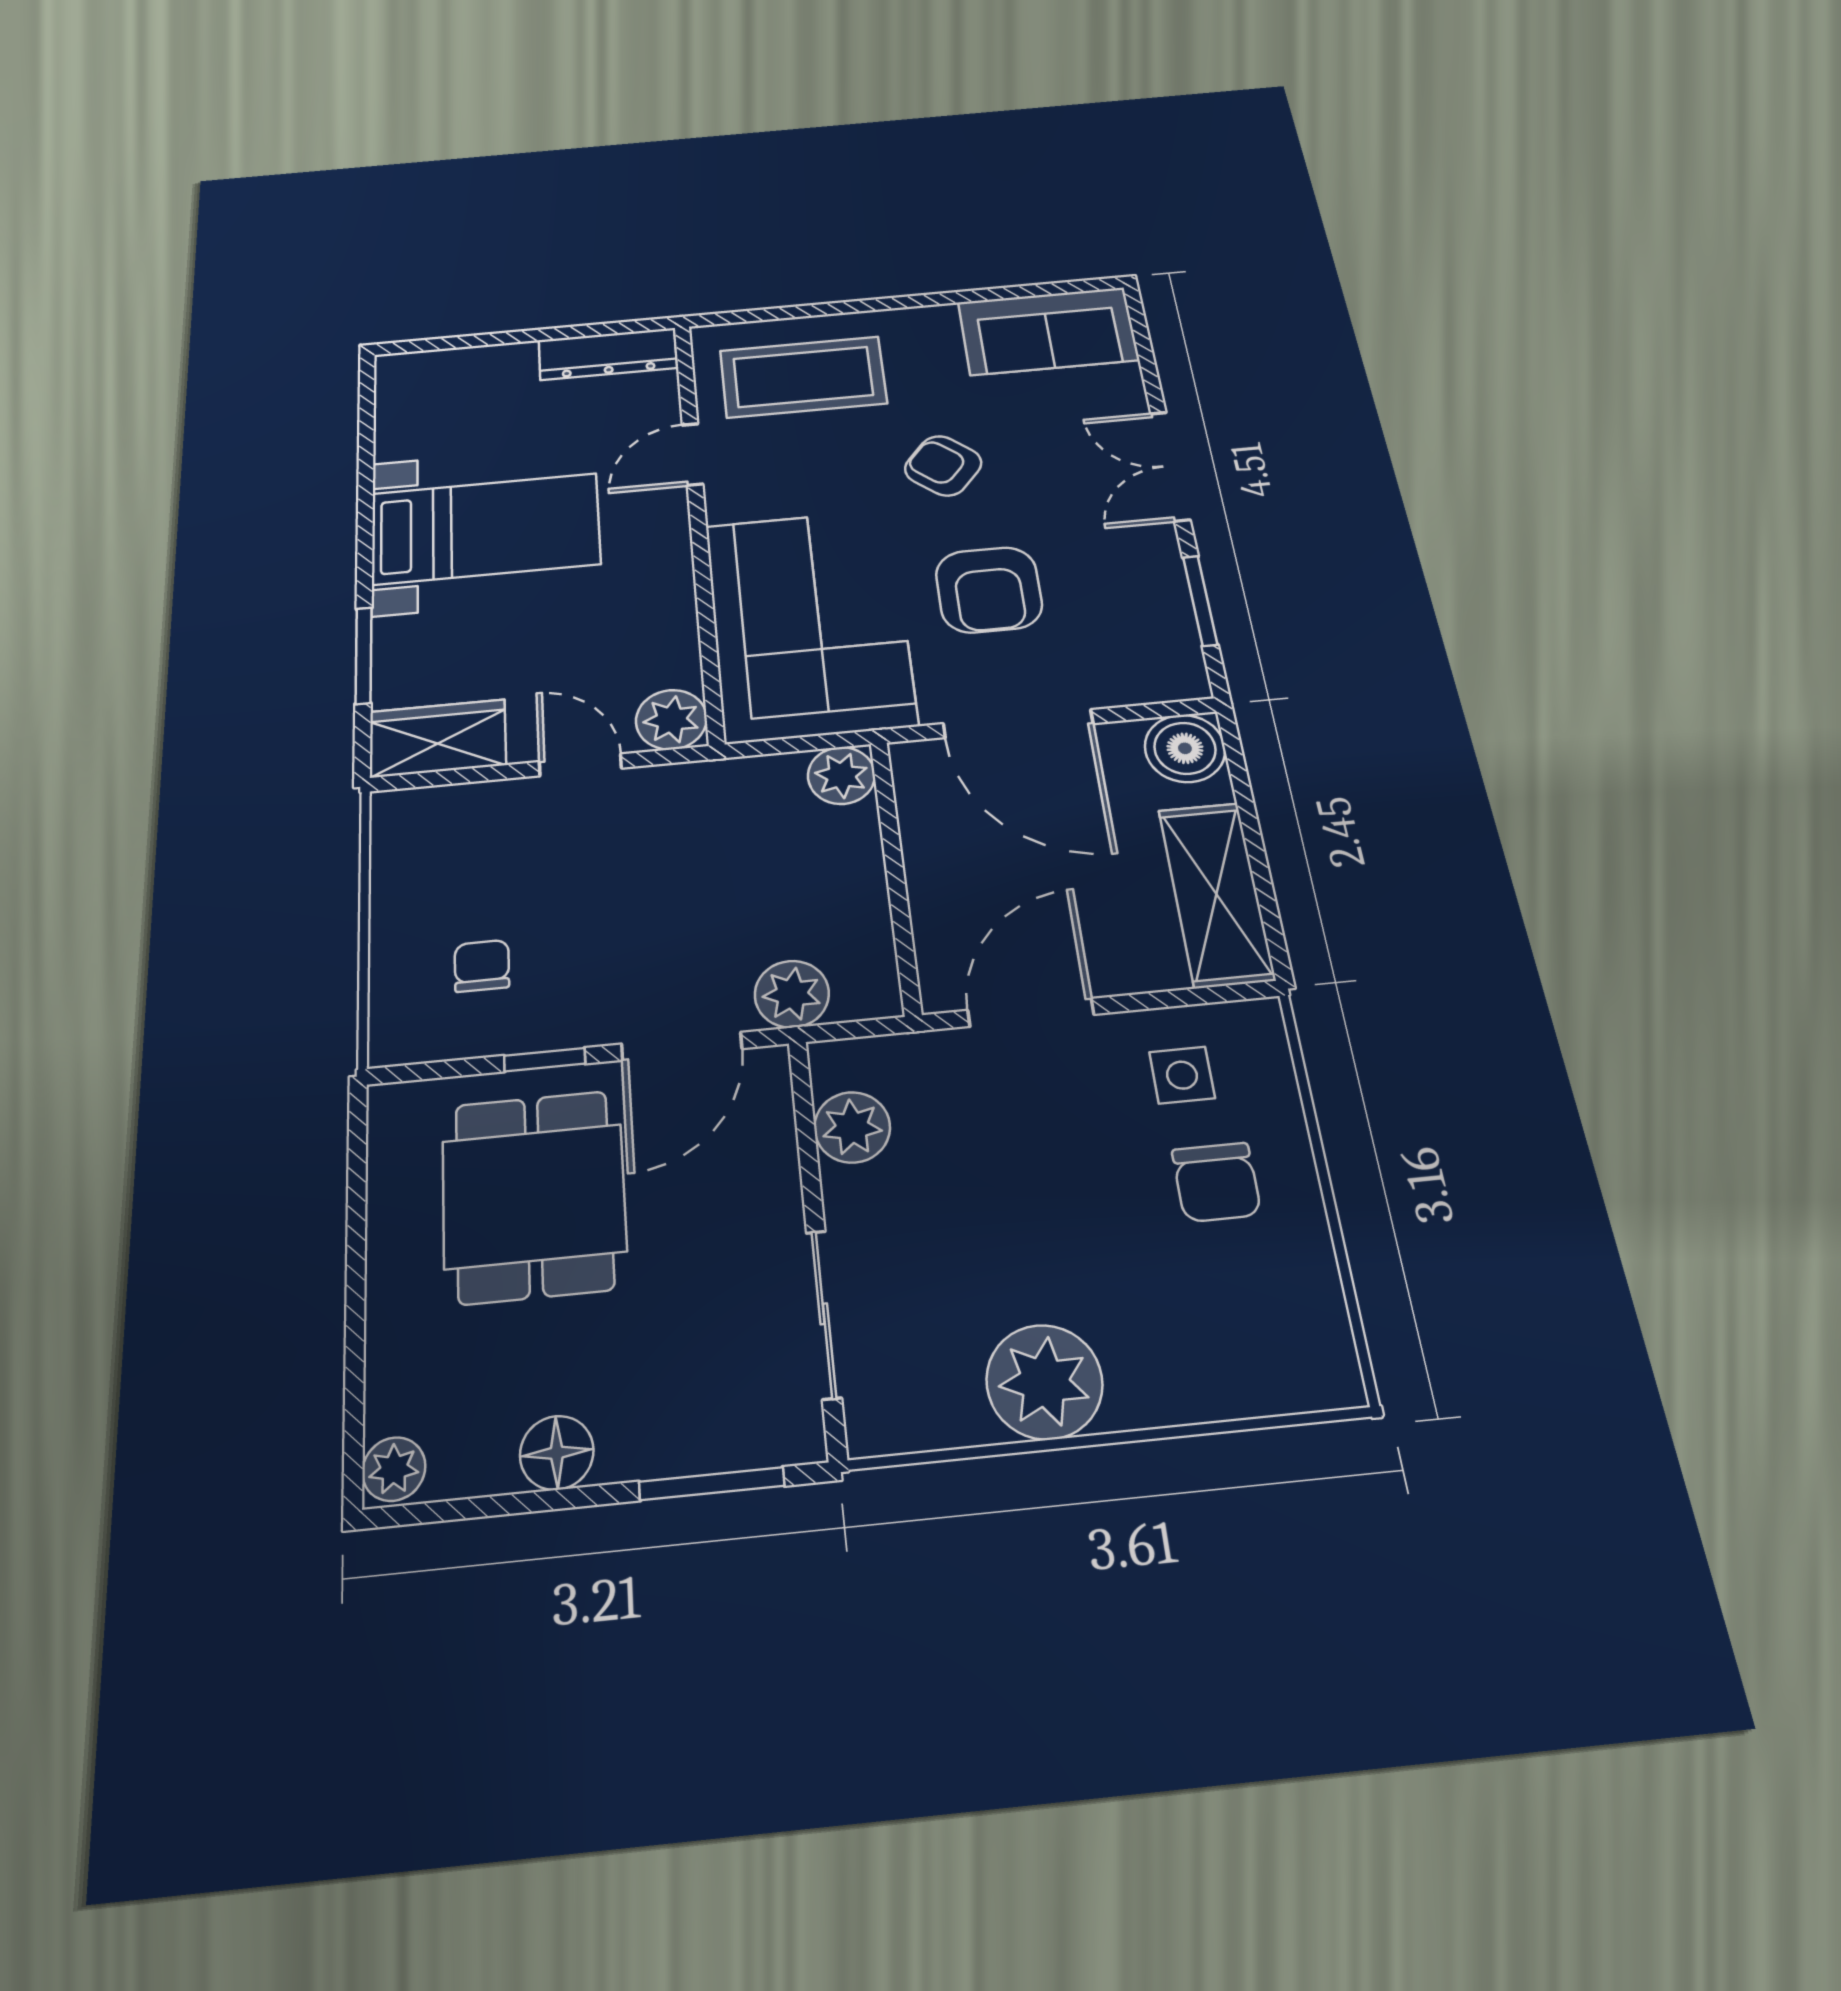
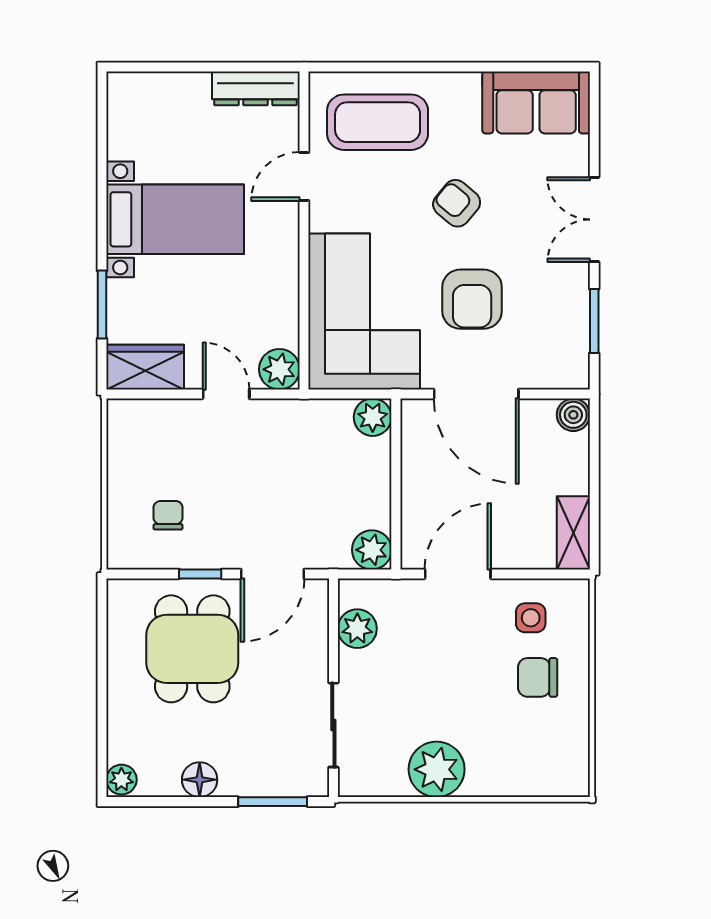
boiler: (1185, 748) -> (573, 415), width x0.73, depth x0.73
shelving: (1216, 894) -> (573, 533), width x0.67, depth x0.75
plant: (792, 994) -> (372, 550), moved
chair: (1216, 1182) -> (538, 677), turned 90

